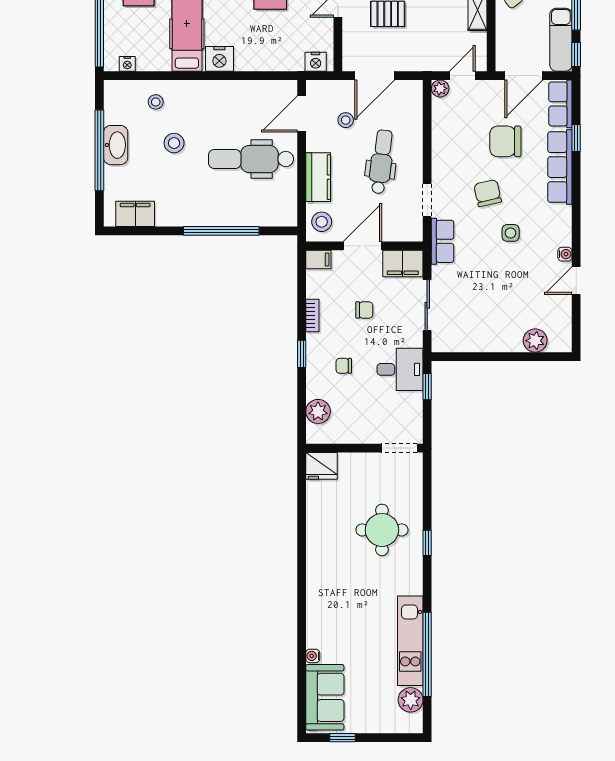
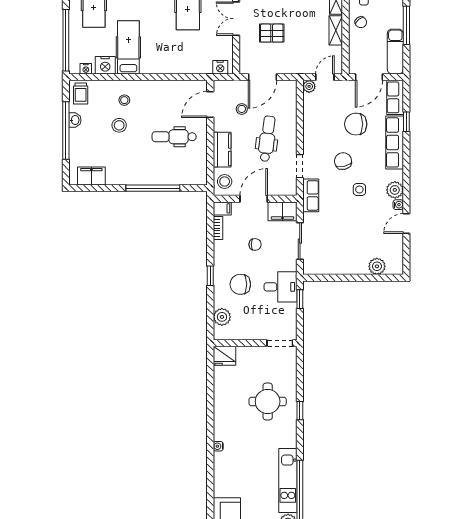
window: (576, 55) -> (406, 62), removed
nightstand: (219, 59) -> (105, 65), moved
trolley: (120, 98) -> (81, 93), added
stool: (156, 102) -> (124, 100), moved
washbasin: (116, 145) -> (75, 120), width x0.52, depth x0.69
dental chair: (251, 159) -> (174, 137), width x0.73, depth x0.72
plant: (560, 234) -> (395, 190), added
bookcase: (312, 316) -> (218, 228), moved
chair: (344, 366) -> (240, 284), width x1.87, depth x1.87
water cooler: (313, 656) -> (218, 446), moved

